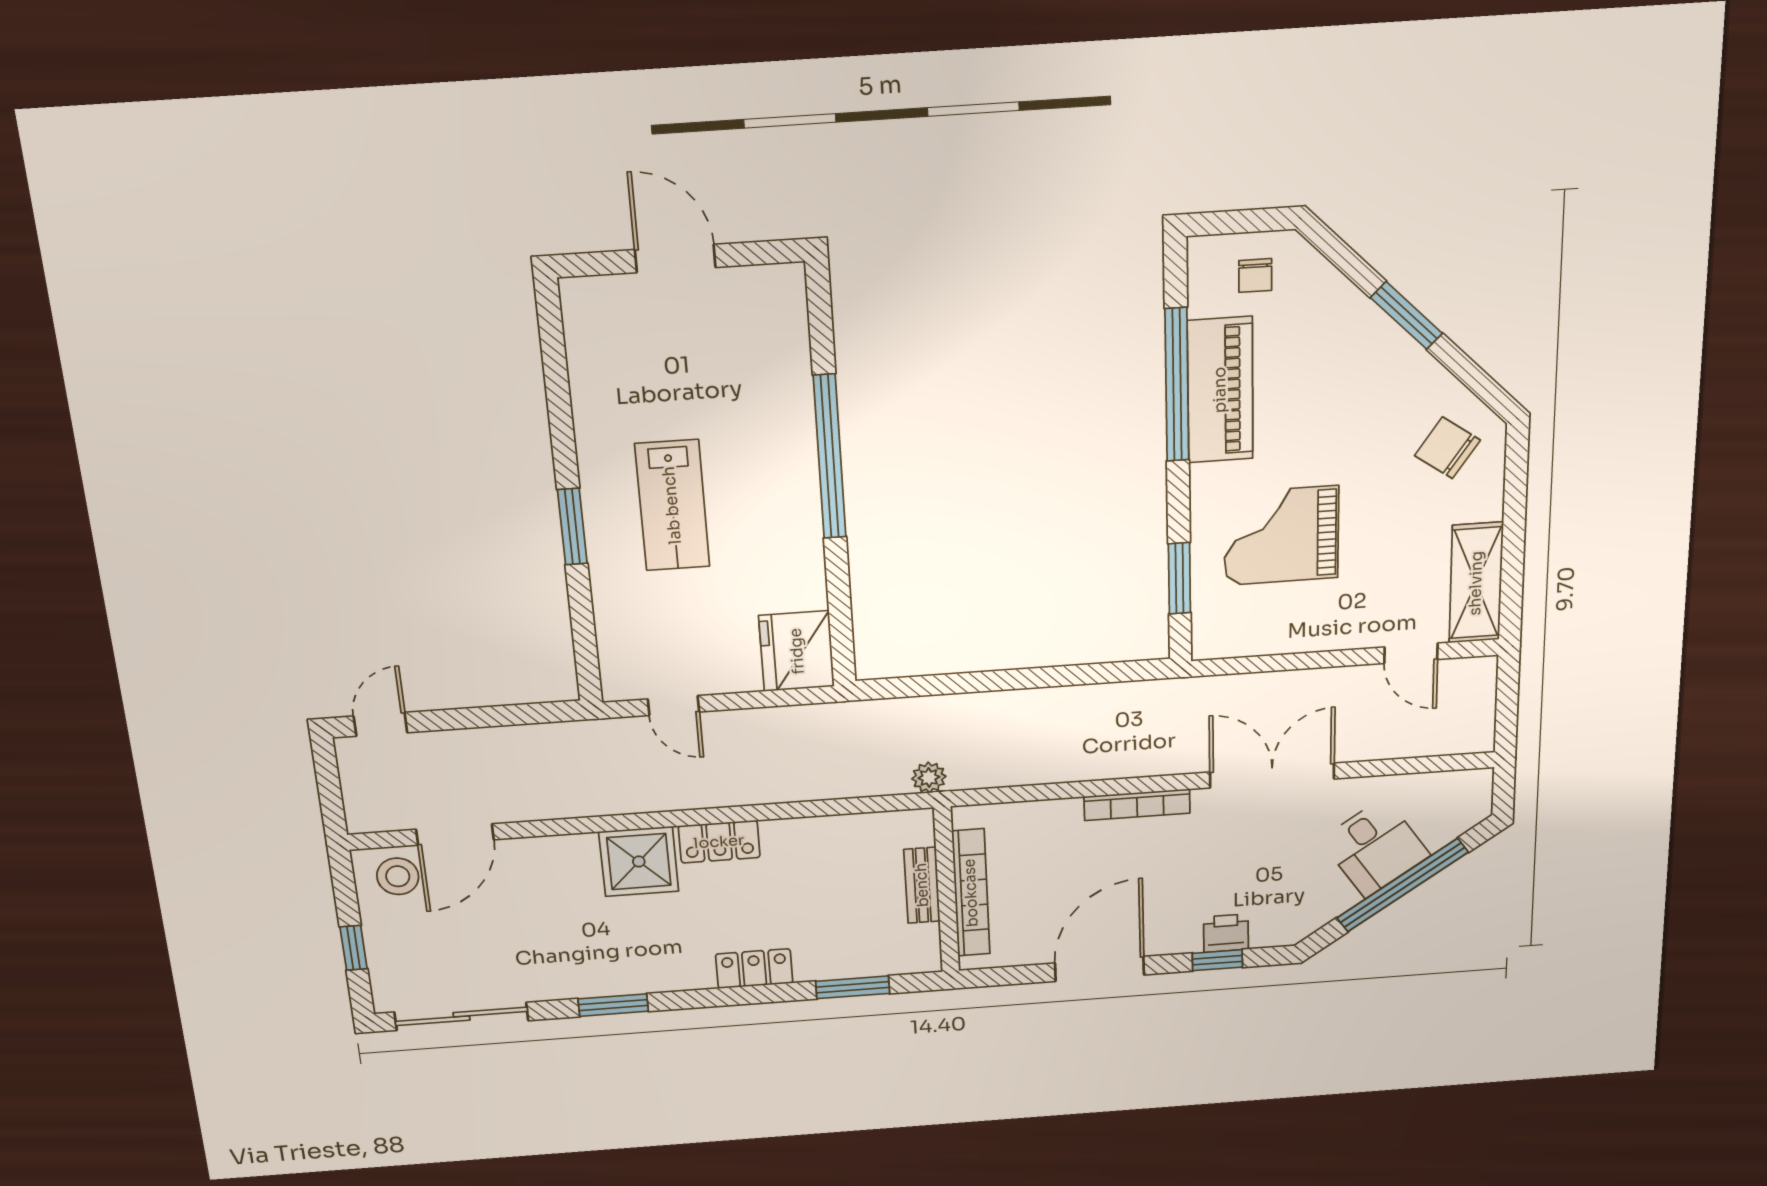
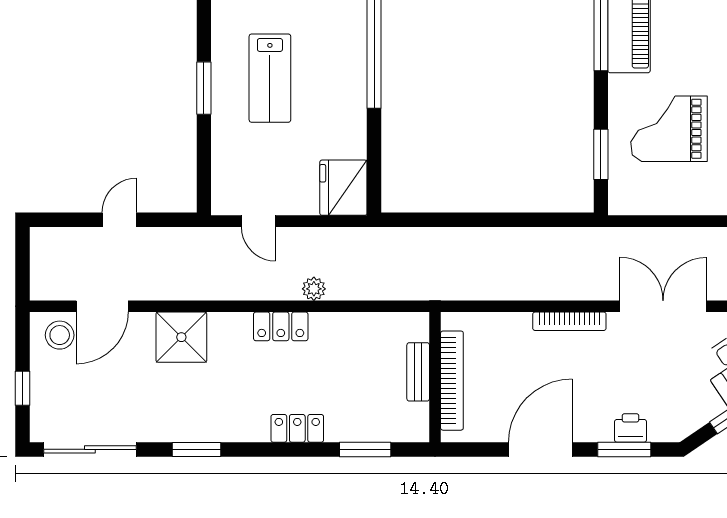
door: (380, 724) -> (119, 220), moved
plant: (929, 778) -> (314, 289), moved
shower: (639, 862) -> (181, 337), moved
window: (1217, 960) -> (624, 449), width x1.50

